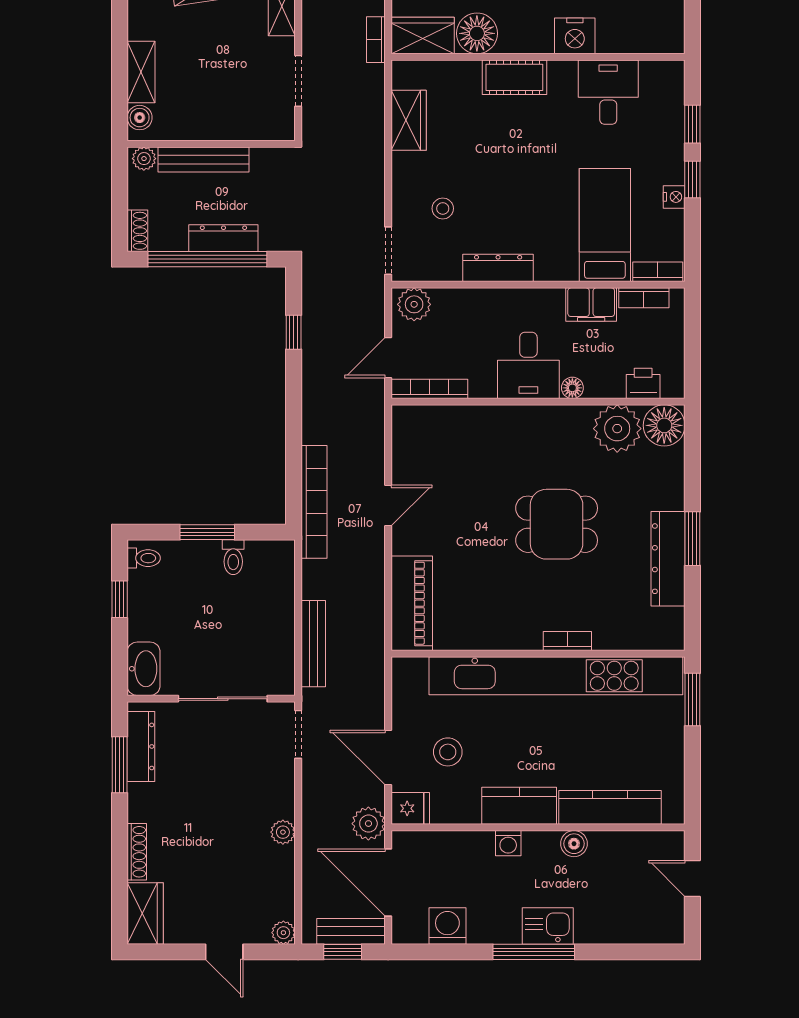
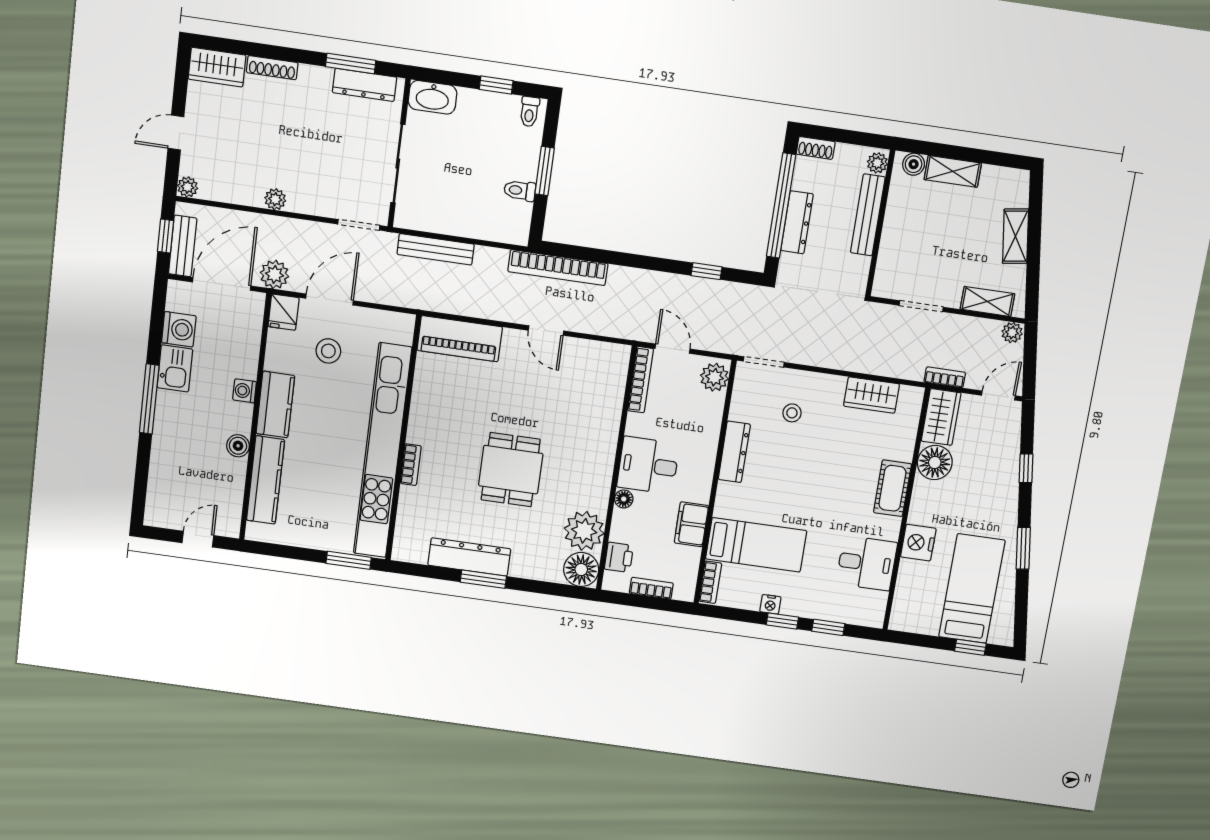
bookcase: (644, 298) -> (651, 588), moved, turned 90
kitchen sink: (548, 926) -> (175, 368), moved

